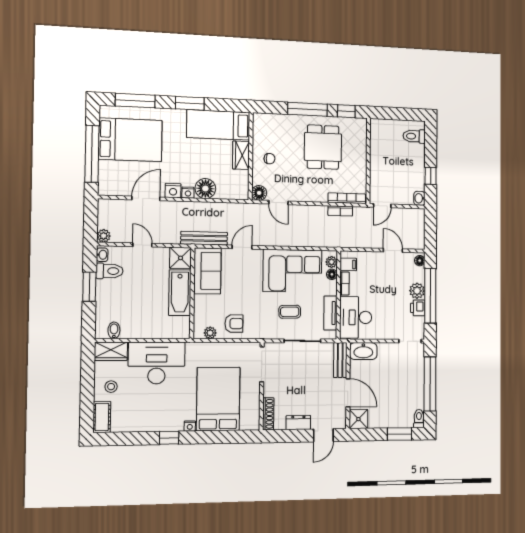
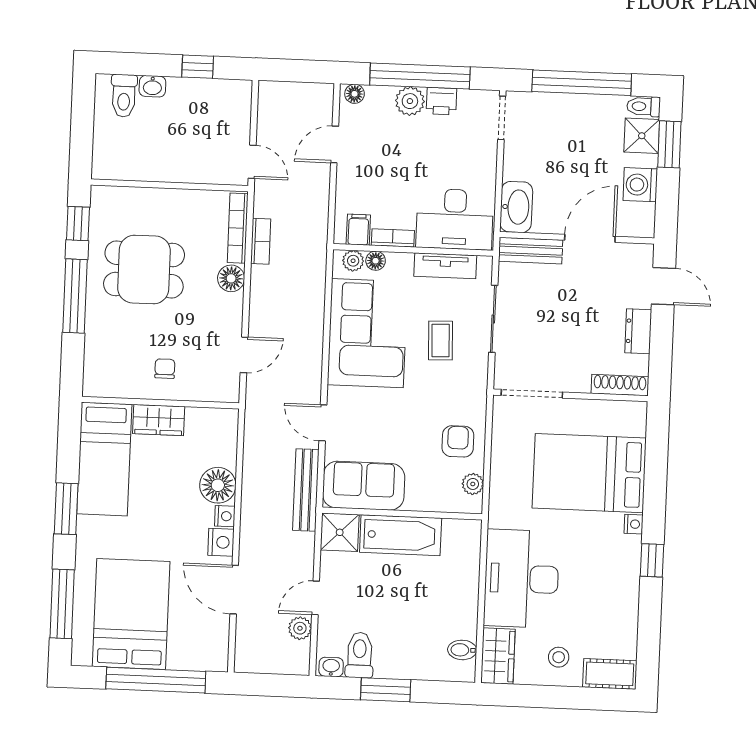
floor lamp: (259, 193) -> (231, 278), moved
washbasin: (419, 198) -> (152, 86), moved
plant: (104, 236) -> (300, 628), moved
shower: (358, 419) -> (642, 136), moved
washing machine: (378, 419) -> (640, 185), added

